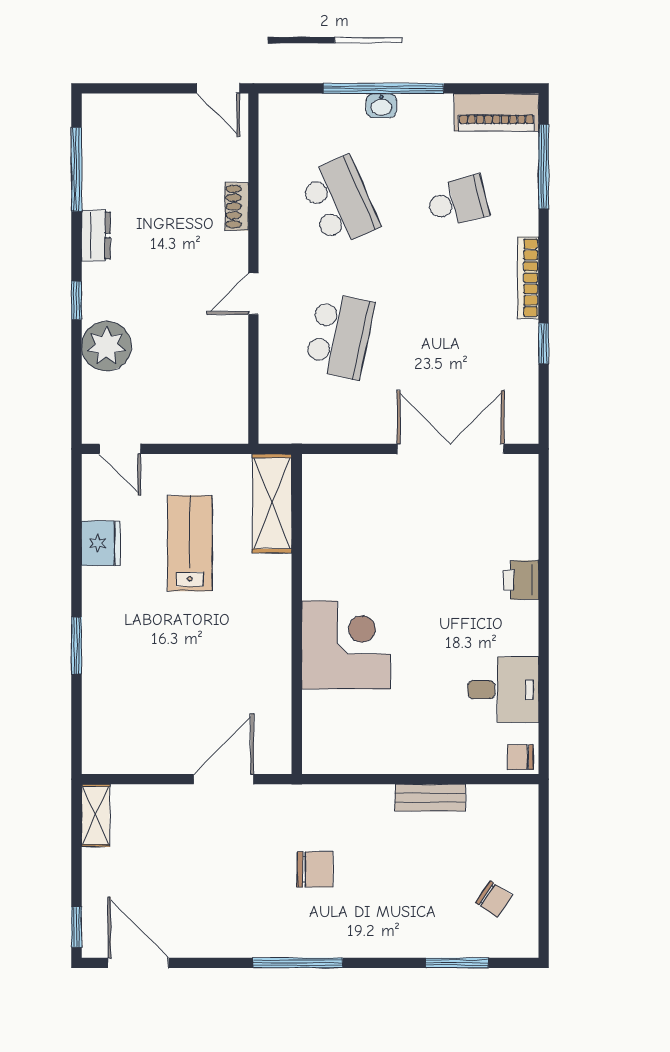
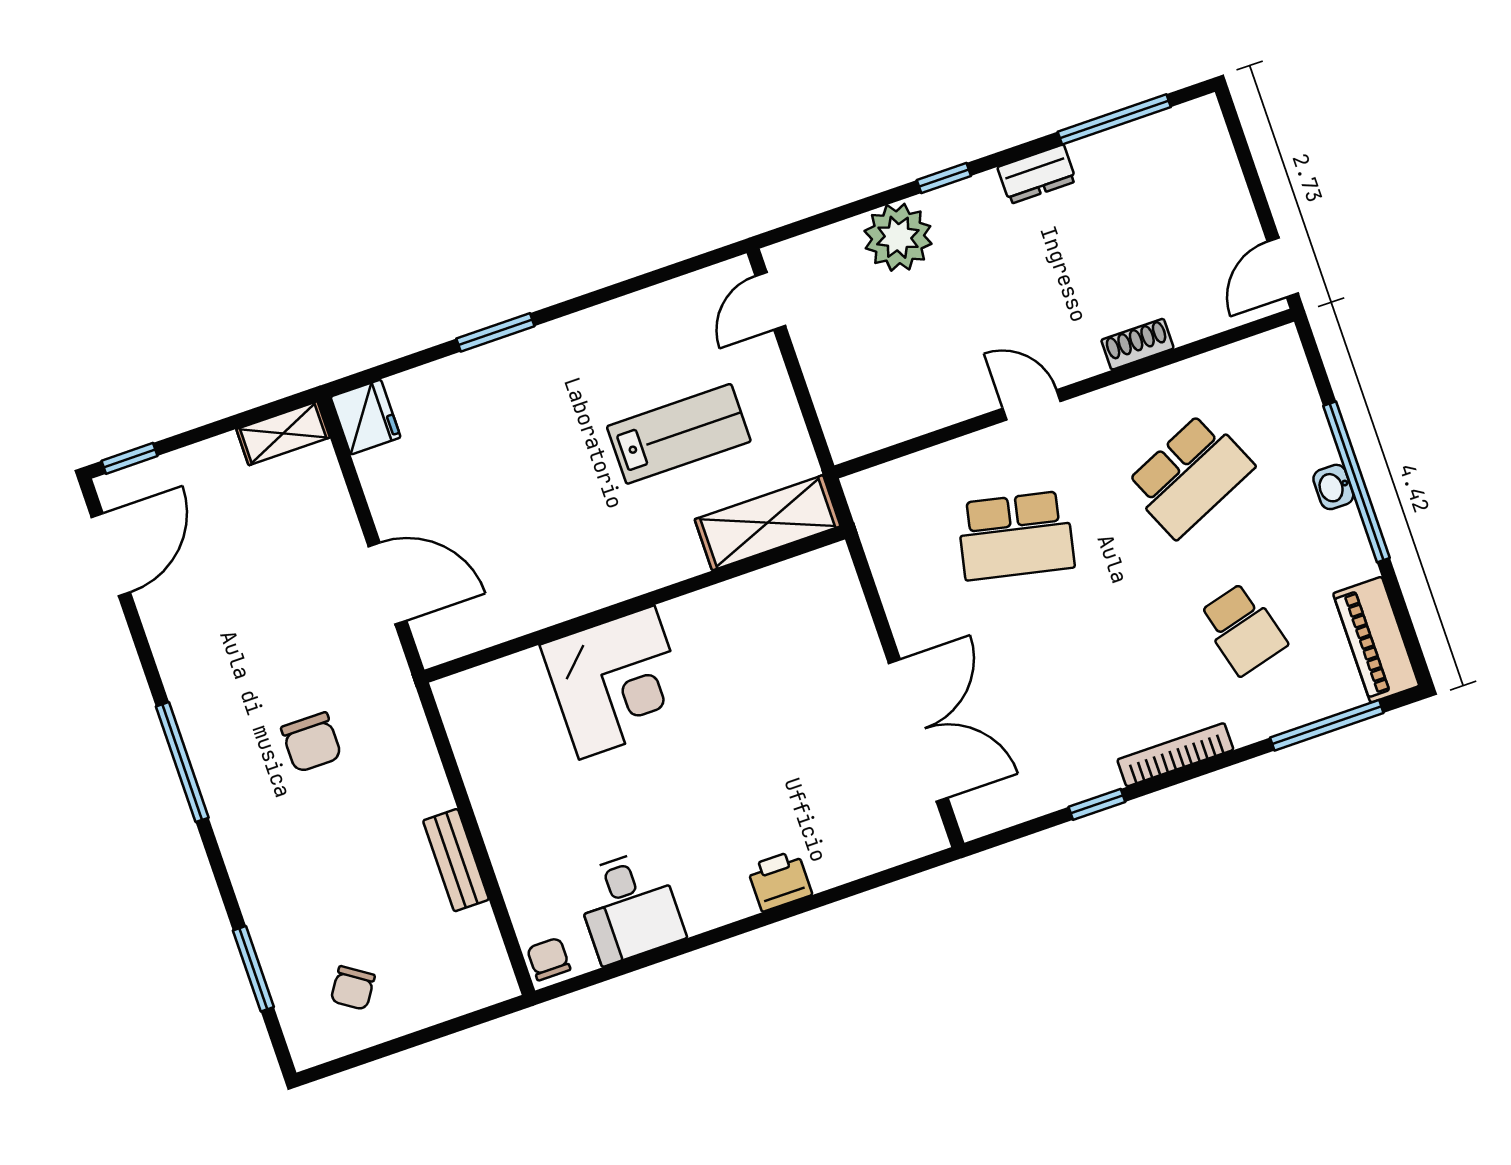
fridge: (101, 543) -> (366, 417), moved, turned -90

